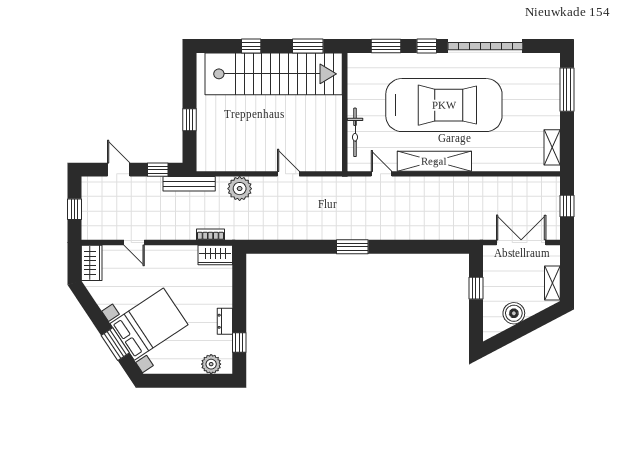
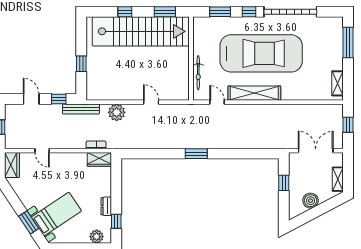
bed with nightstands: (149, 324) -> (56, 214), width x0.73

